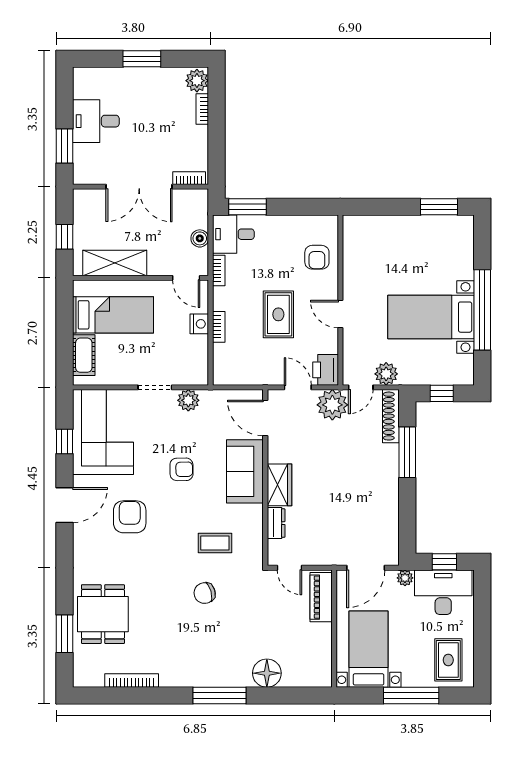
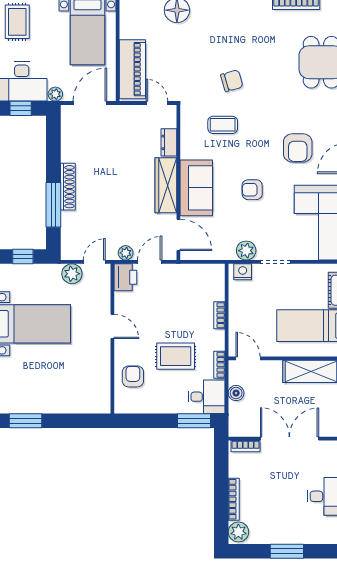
bookcase: (202, 109) -> (234, 499), width x1.56
rug: (278, 314) -> (176, 356), moved, turned 90
nightstand: (199, 324) -> (243, 272), moved, turned 90
door: (298, 387) -> (150, 262), swing flipped
plant: (332, 405) -> (126, 253), width x0.53, depth x0.53
shoe rack: (391, 416) -> (68, 187), moved
wardrobe: (279, 485) -> (166, 185), width x1.50
piano: (321, 597) -> (132, 69), width x1.37, depth x1.33

